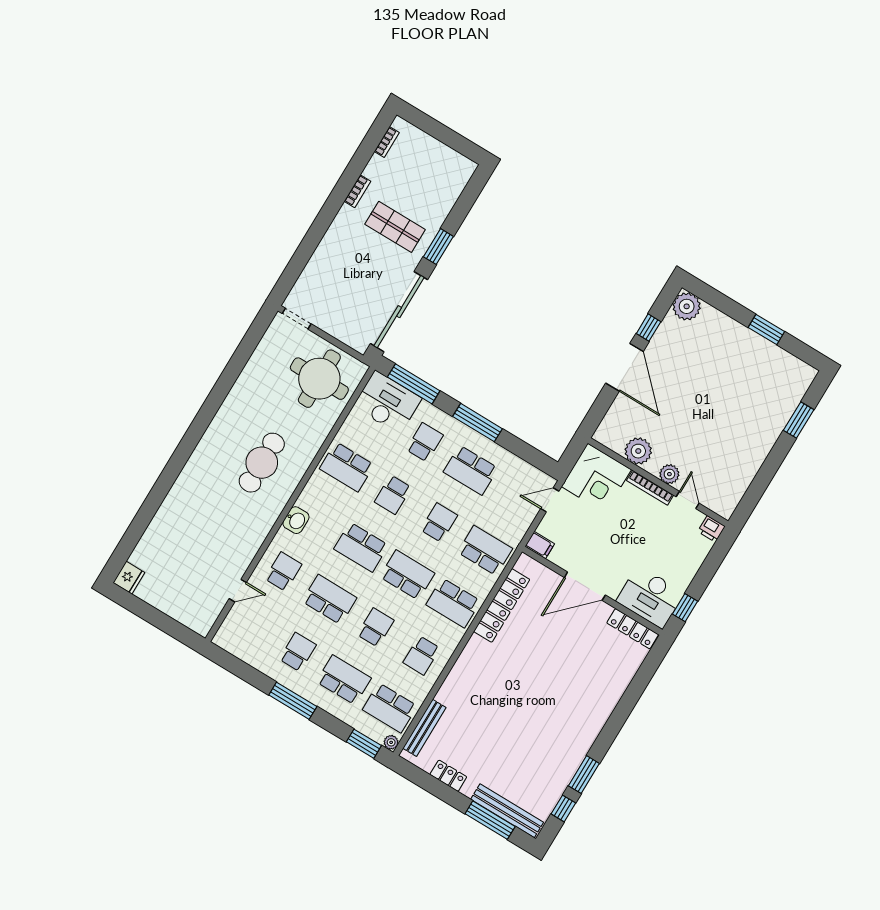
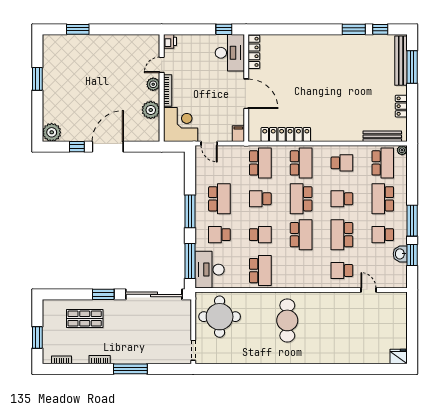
window: (434, 128) -> (37, 337), added
window: (322, 223) -> (130, 369), added
shop shelf: (395, 227) -> (85, 319), moved, turned 90
cafe table: (262, 463) -> (287, 320), turned 90
washbasin: (296, 520) -> (400, 254), moved, turned -90
school desk: (485, 550) -> (260, 163), turned 180
window: (364, 744) -> (412, 255), moved

